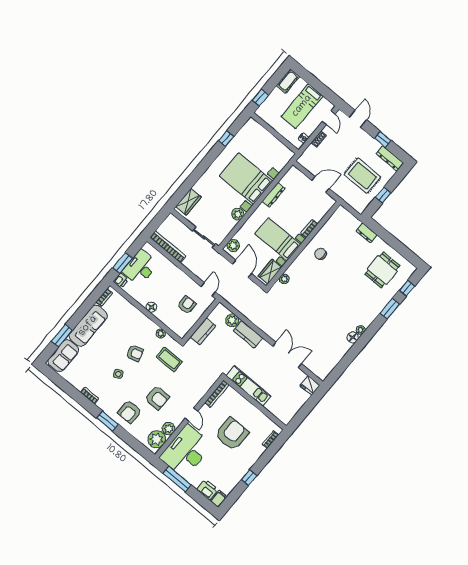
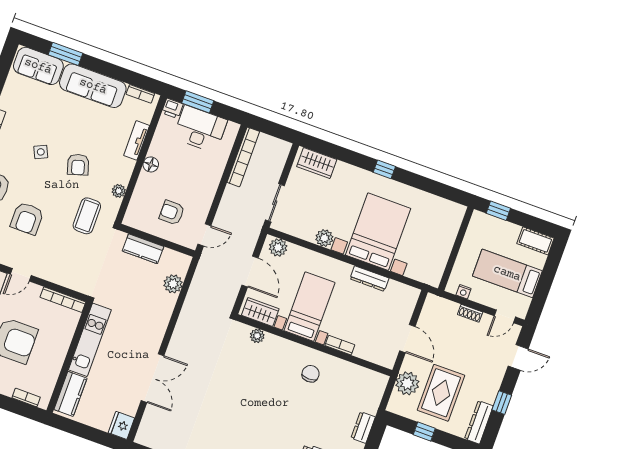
window: (226, 139) -> (384, 169), moved
plant: (349, 195) -> (407, 383), added
door: (242, 269) -> (250, 272), hinge flipped
armchair: (187, 305) -> (172, 213), turned 180
tv unit: (133, 311) -> (137, 140), added
kitchen counter: (248, 334) -> (70, 394), moved, turned 180

